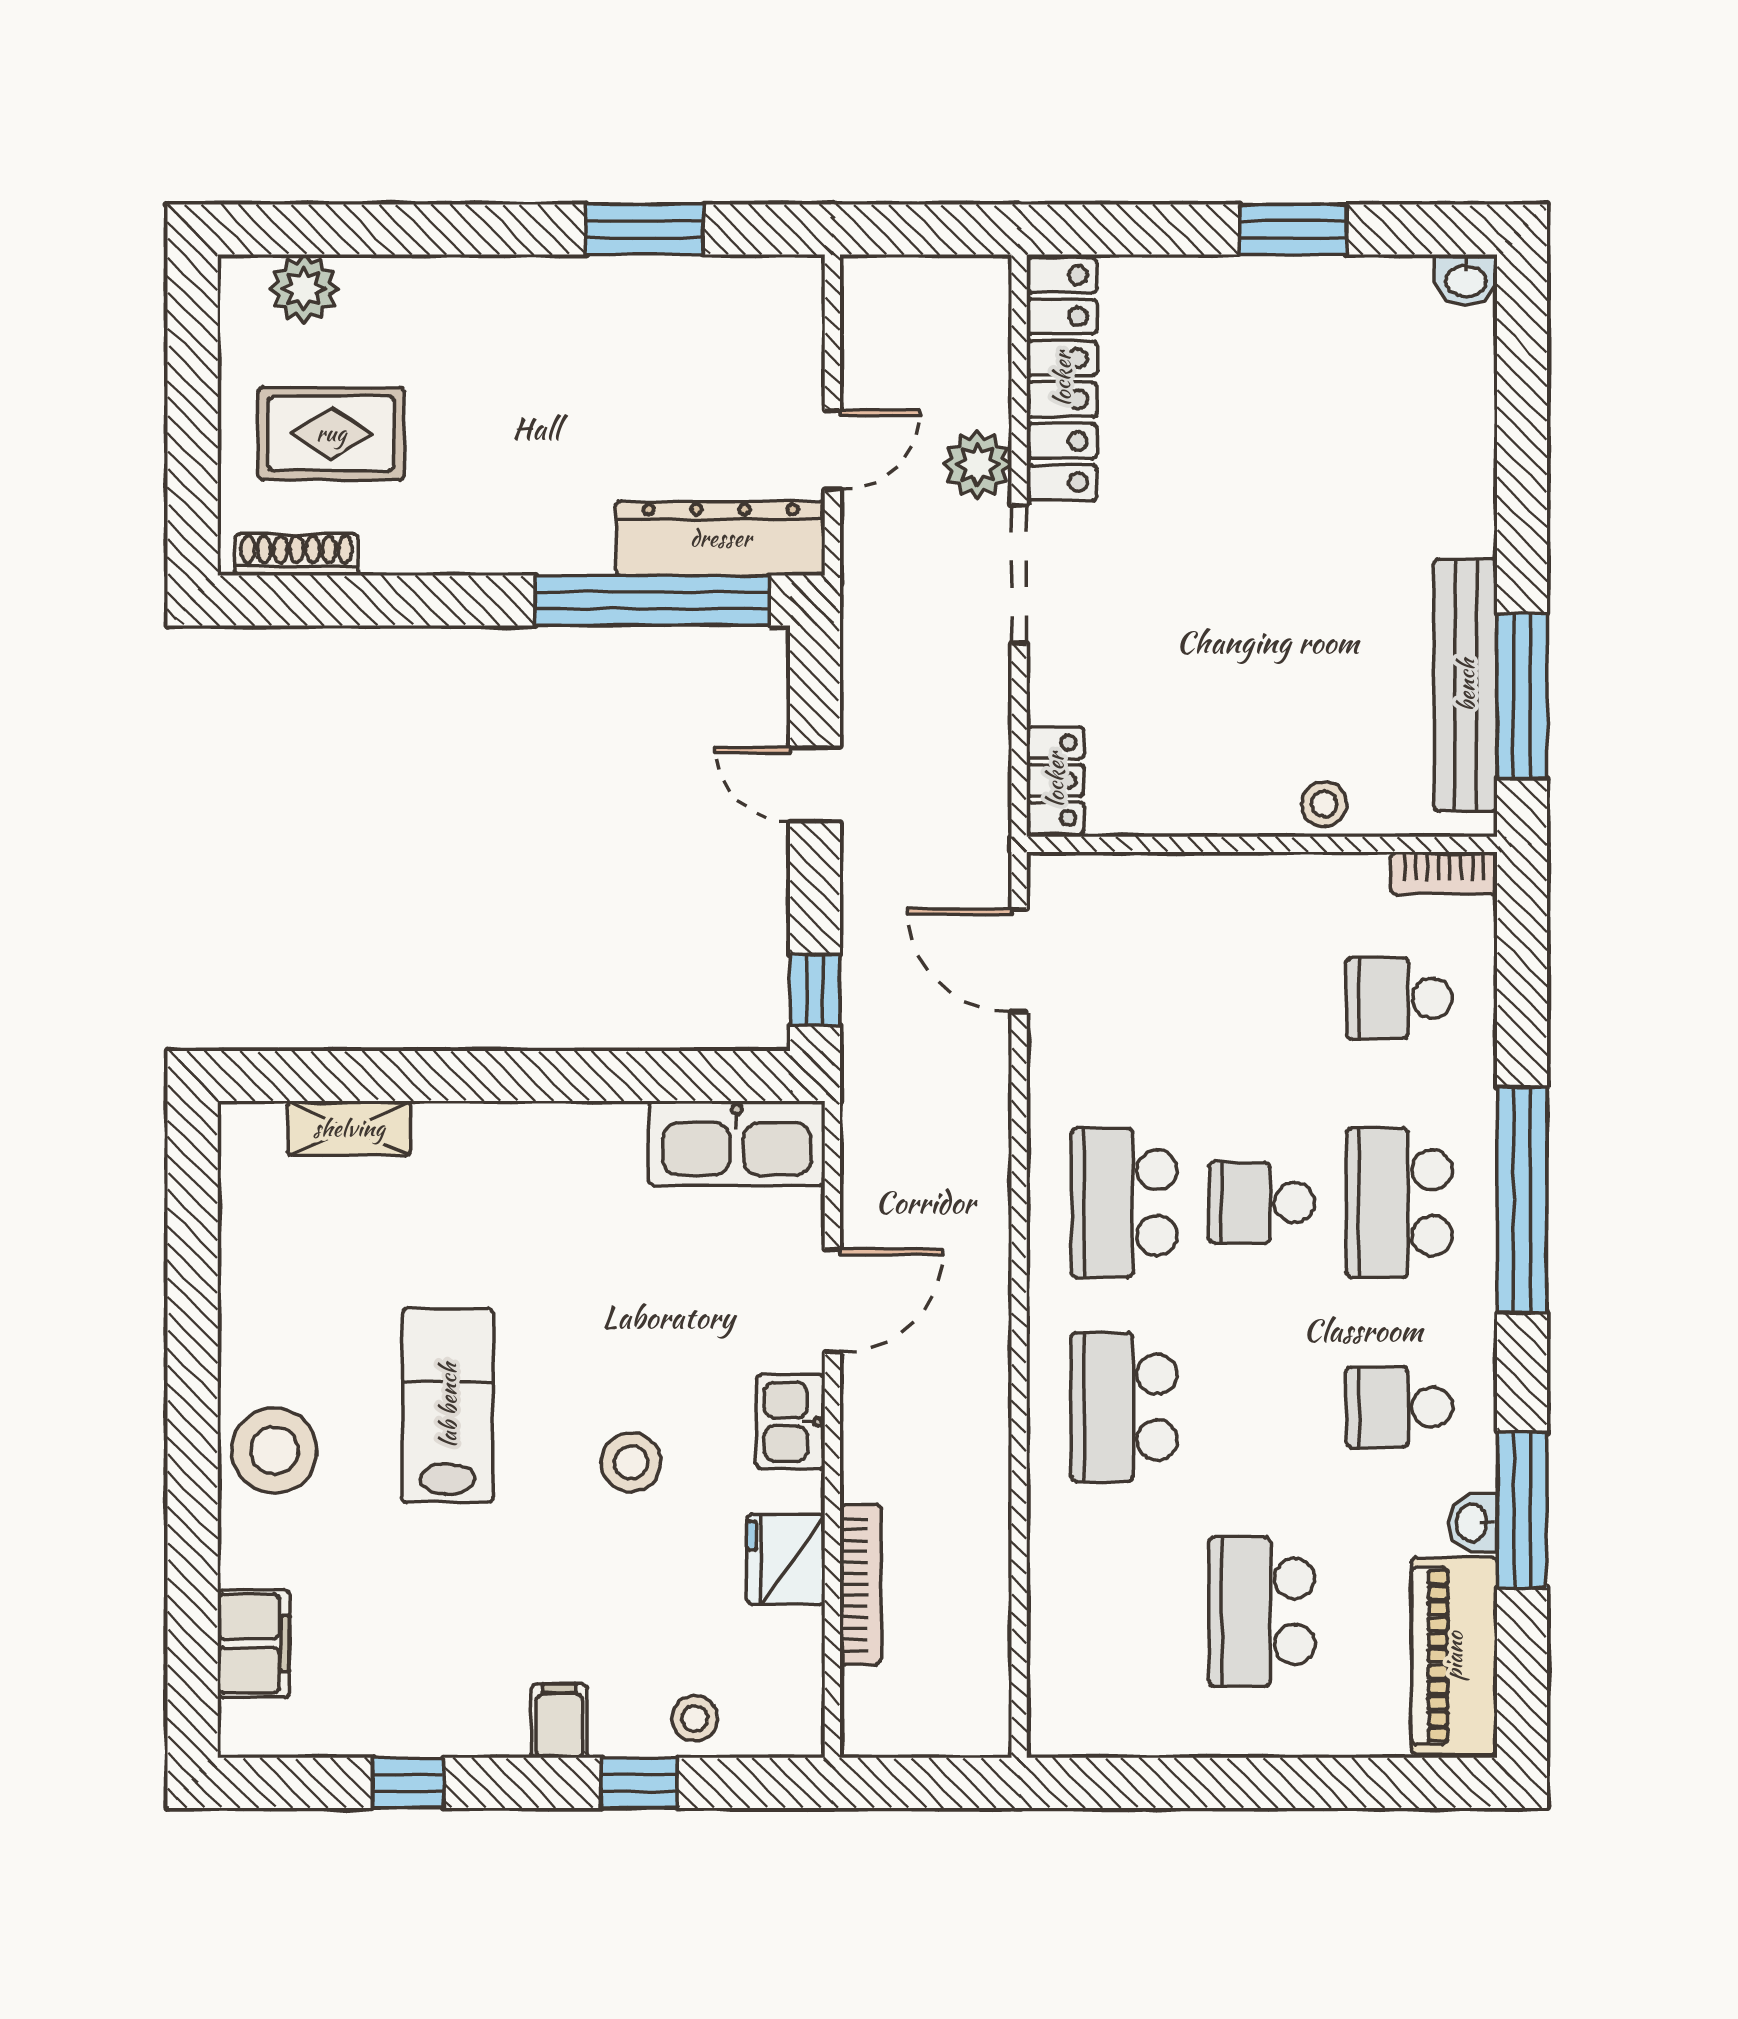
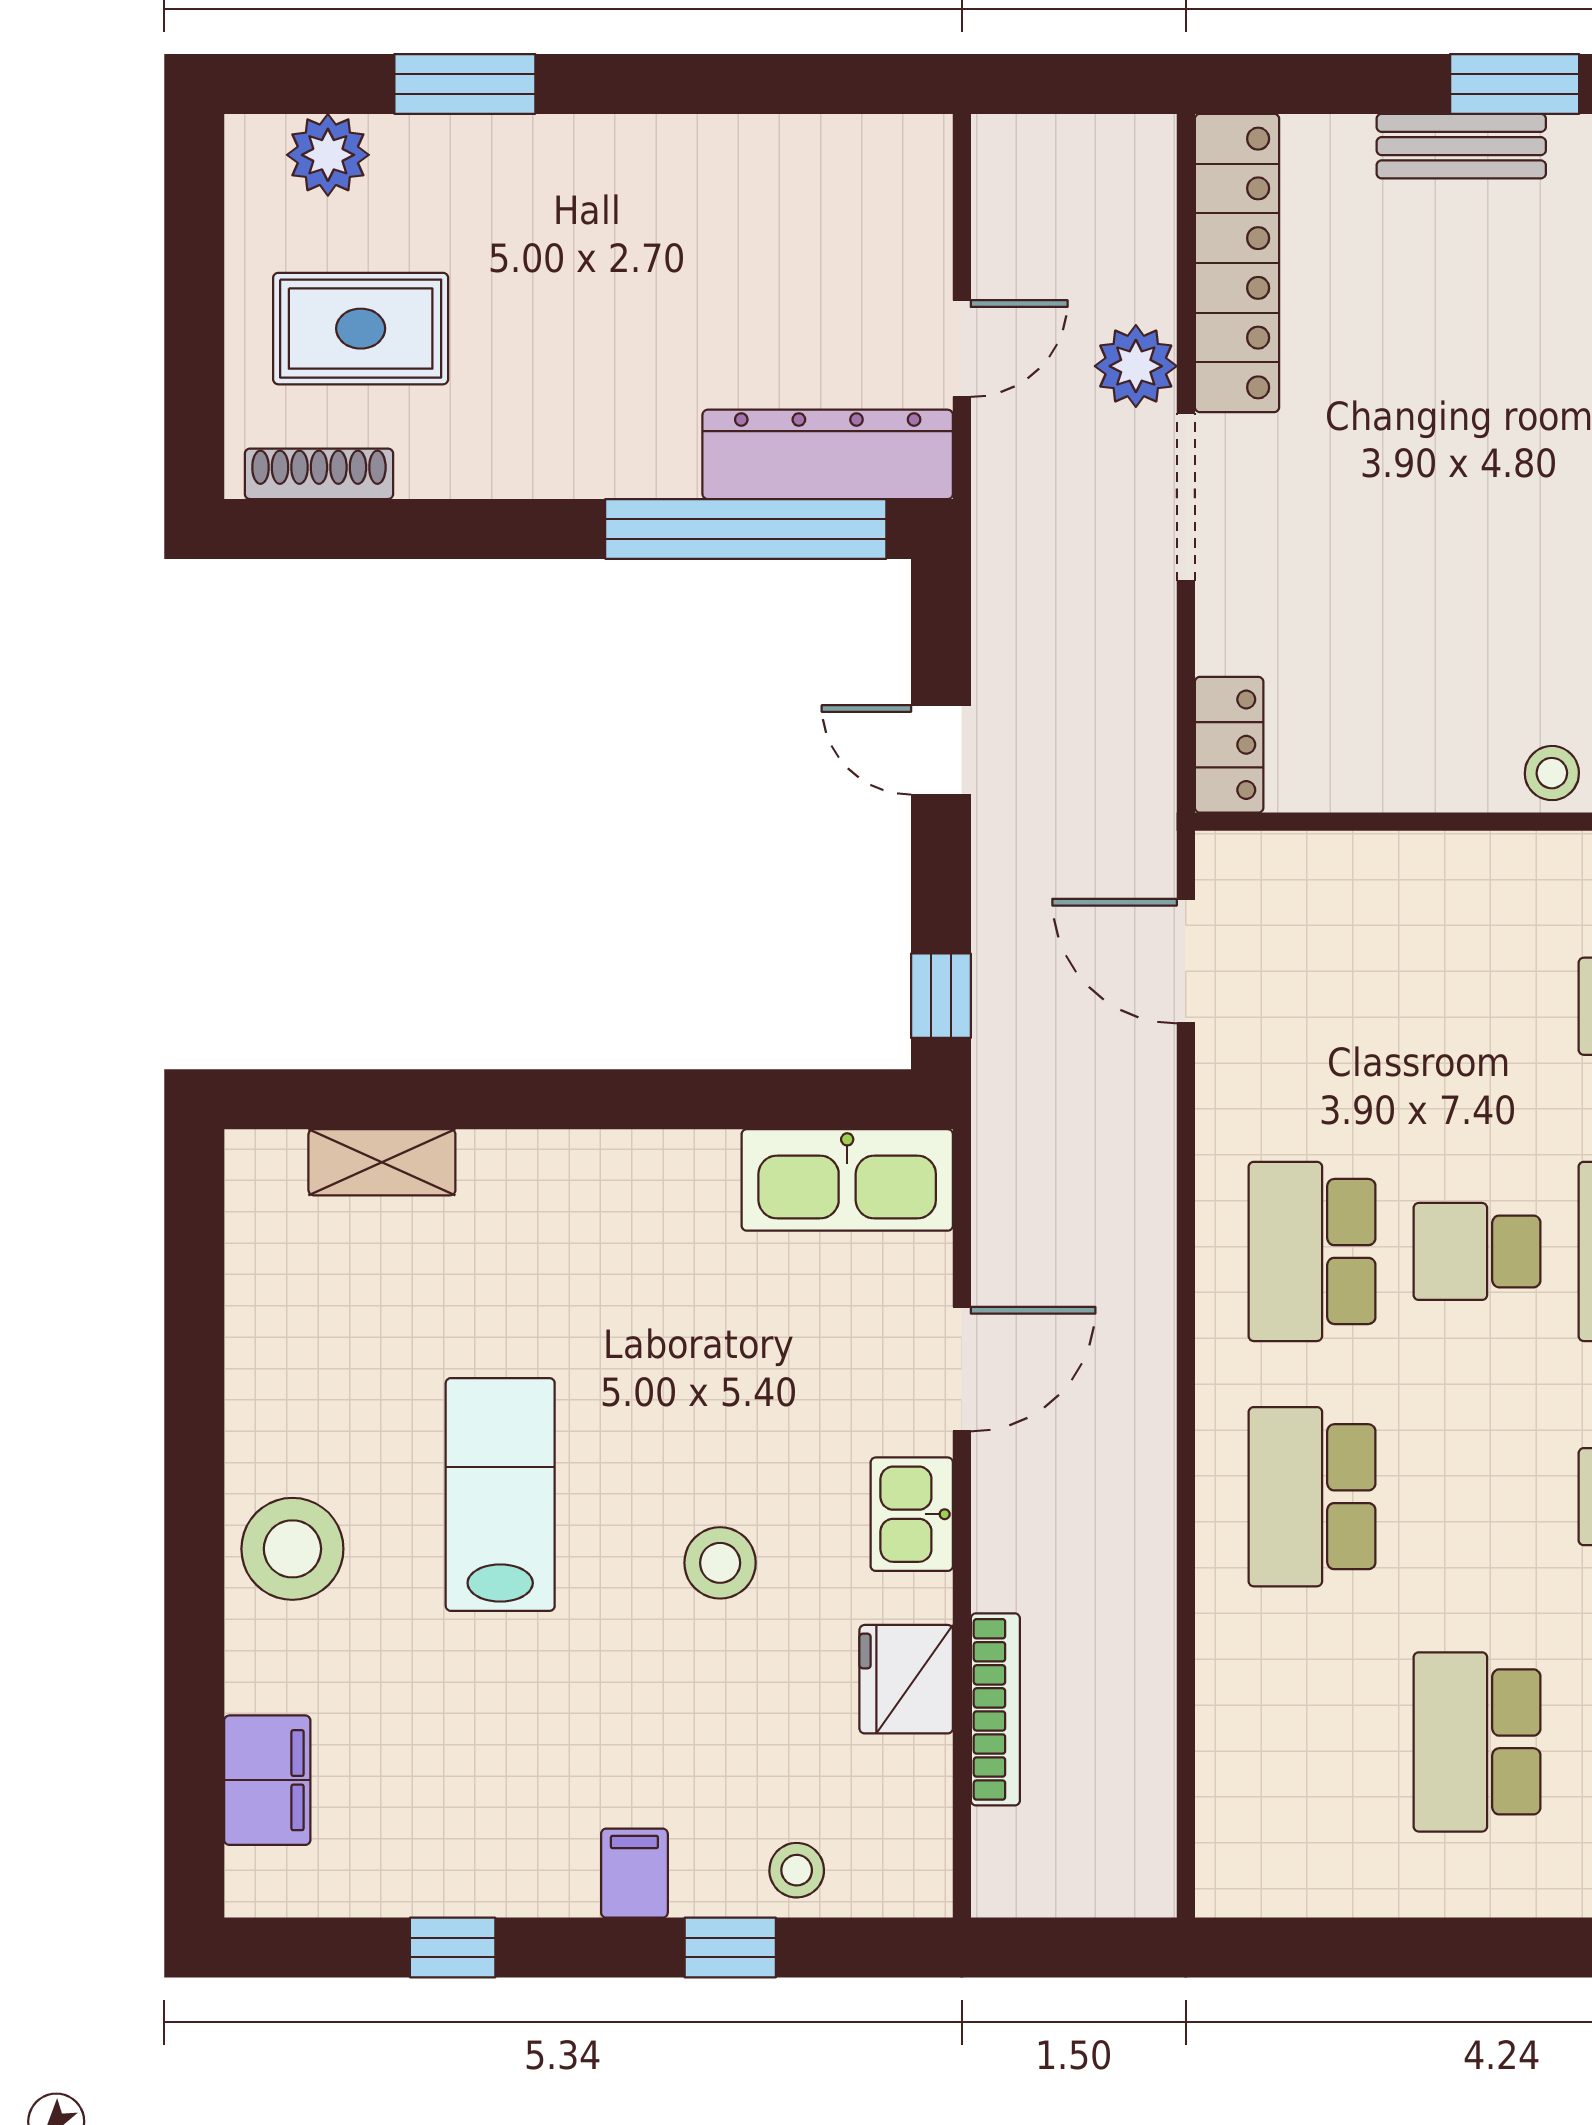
window: (645, 230) -> (465, 84), moved
bench: (1249, 281) -> (1461, 146), added

